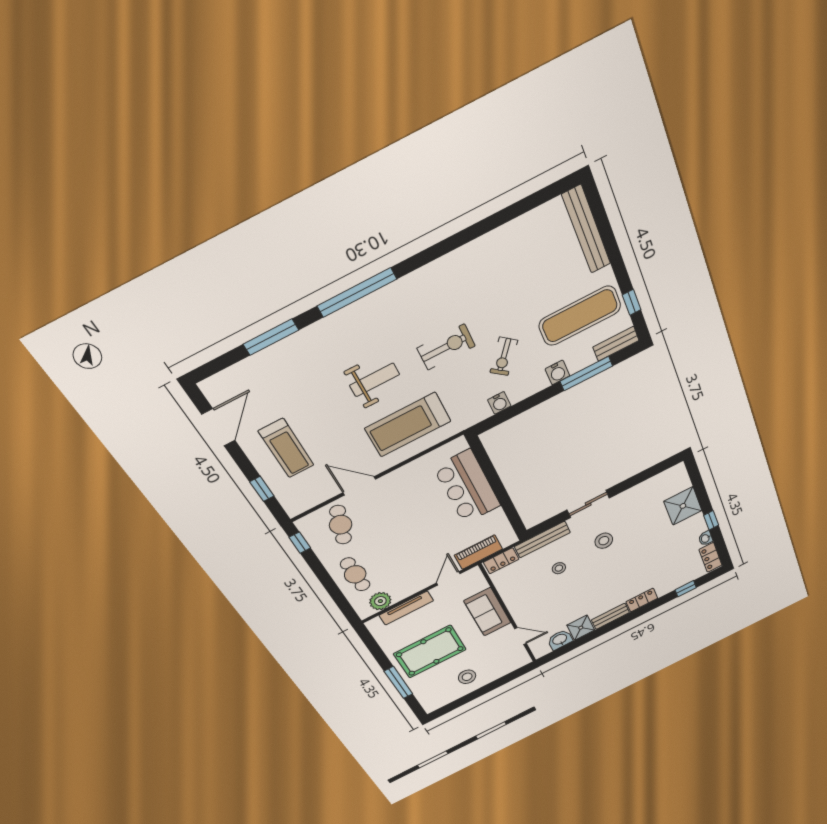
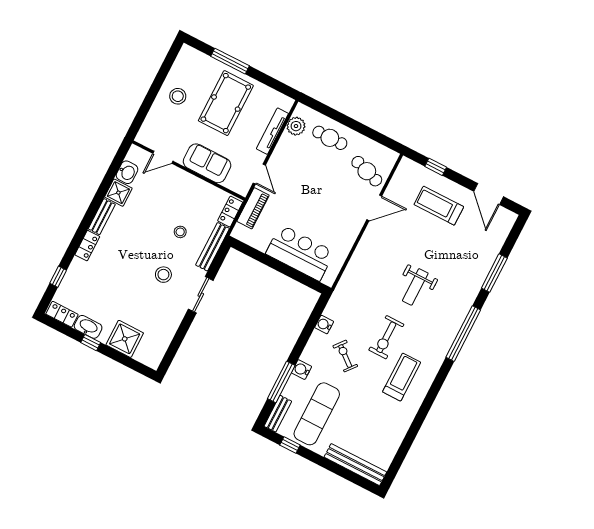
treadmill: (408, 425) -> (402, 377), moved, width x0.73, depth x0.73
washbasin: (706, 538) -> (88, 327), width x1.91, depth x1.45
window: (300, 543) -> (385, 141), removed

